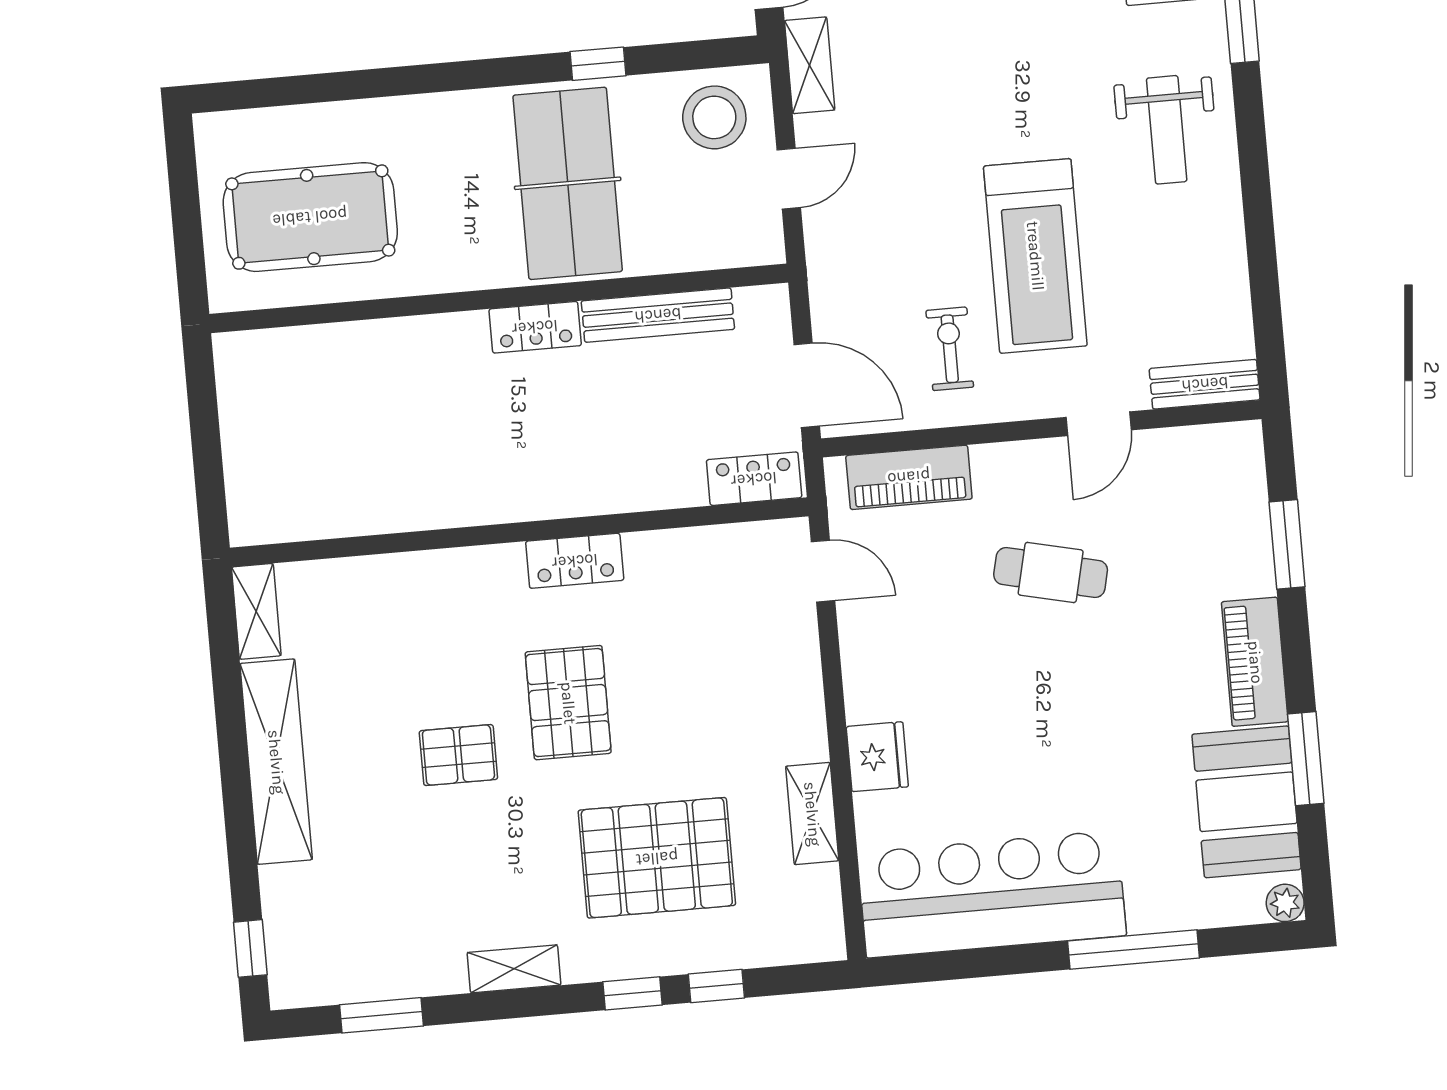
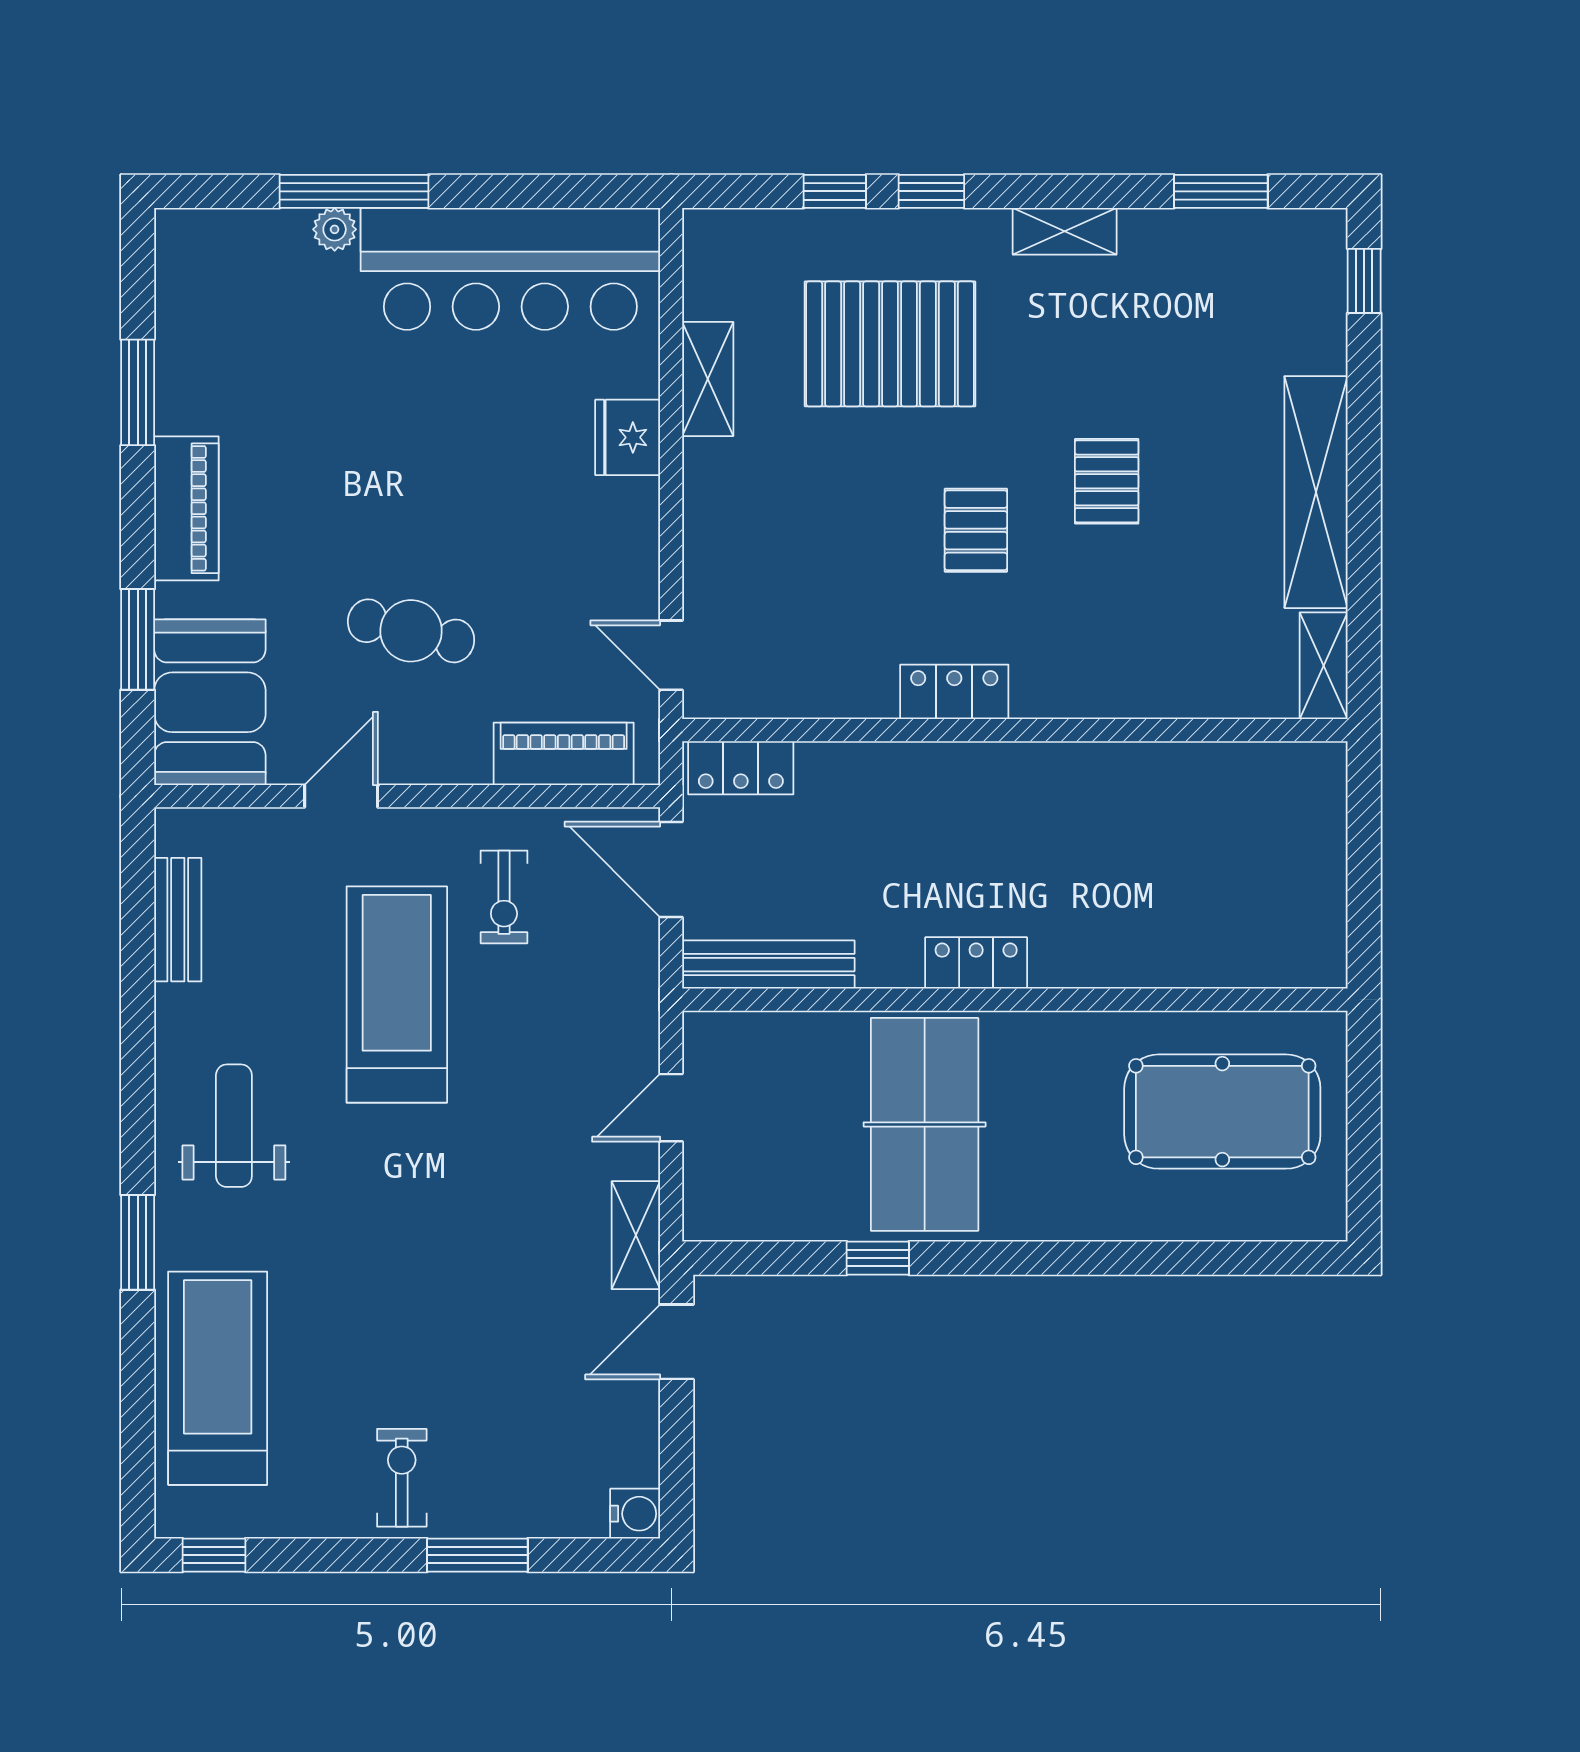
stool: (714, 117) -> (750, 1185), removed
bench: (658, 315) -> (768, 965), moved
bench: (1205, 384) -> (178, 920), moved, turned 90
pallet: (568, 703) -> (976, 530), width x0.67, depth x0.71
pallet: (458, 755) -> (1107, 481), turned 90
booth: (1246, 802) -> (210, 702), moved
plant: (1285, 903) -> (335, 229), moved

